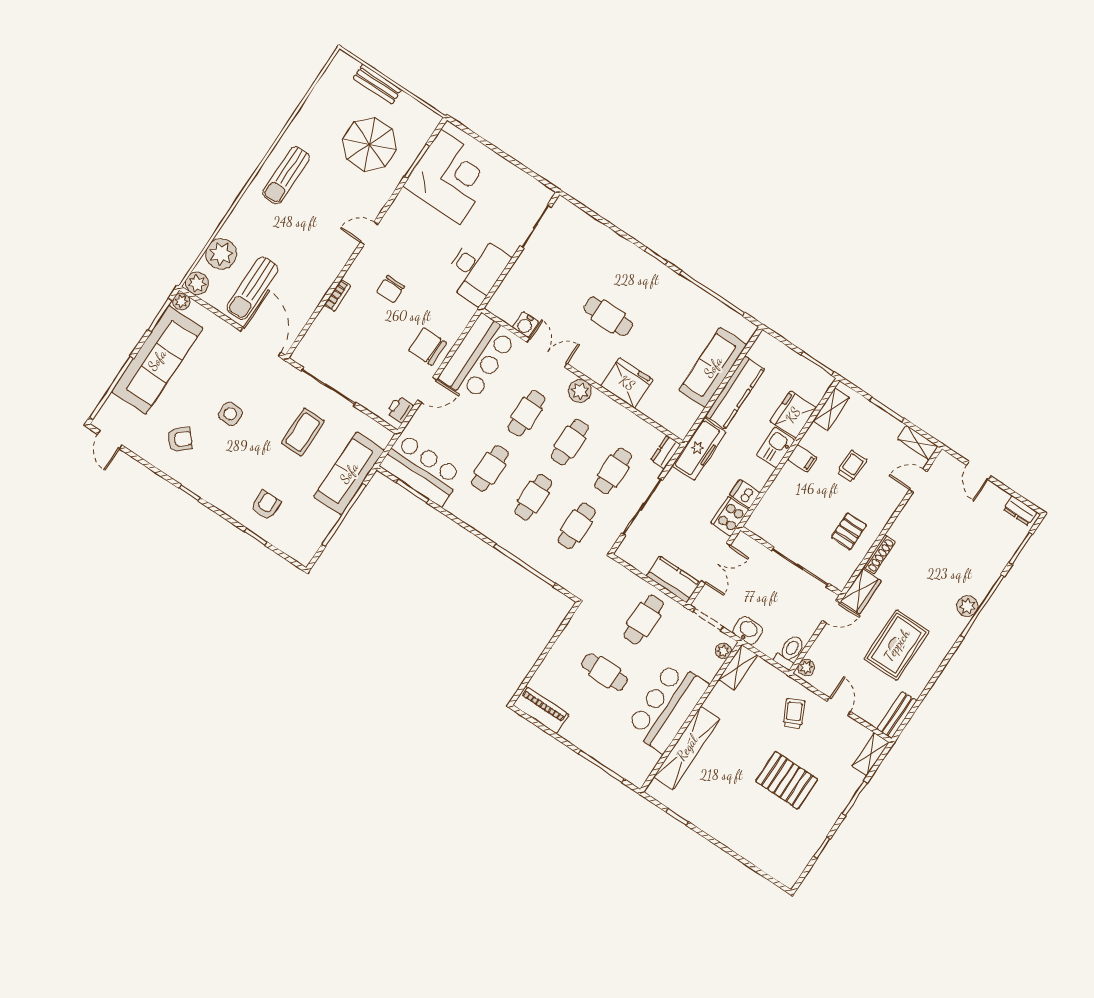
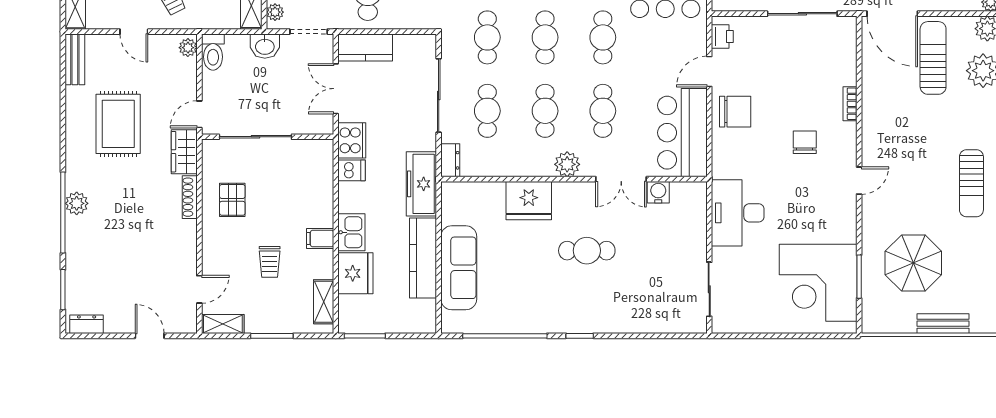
sun lounger: (286, 175) -> (971, 183), turned 180

